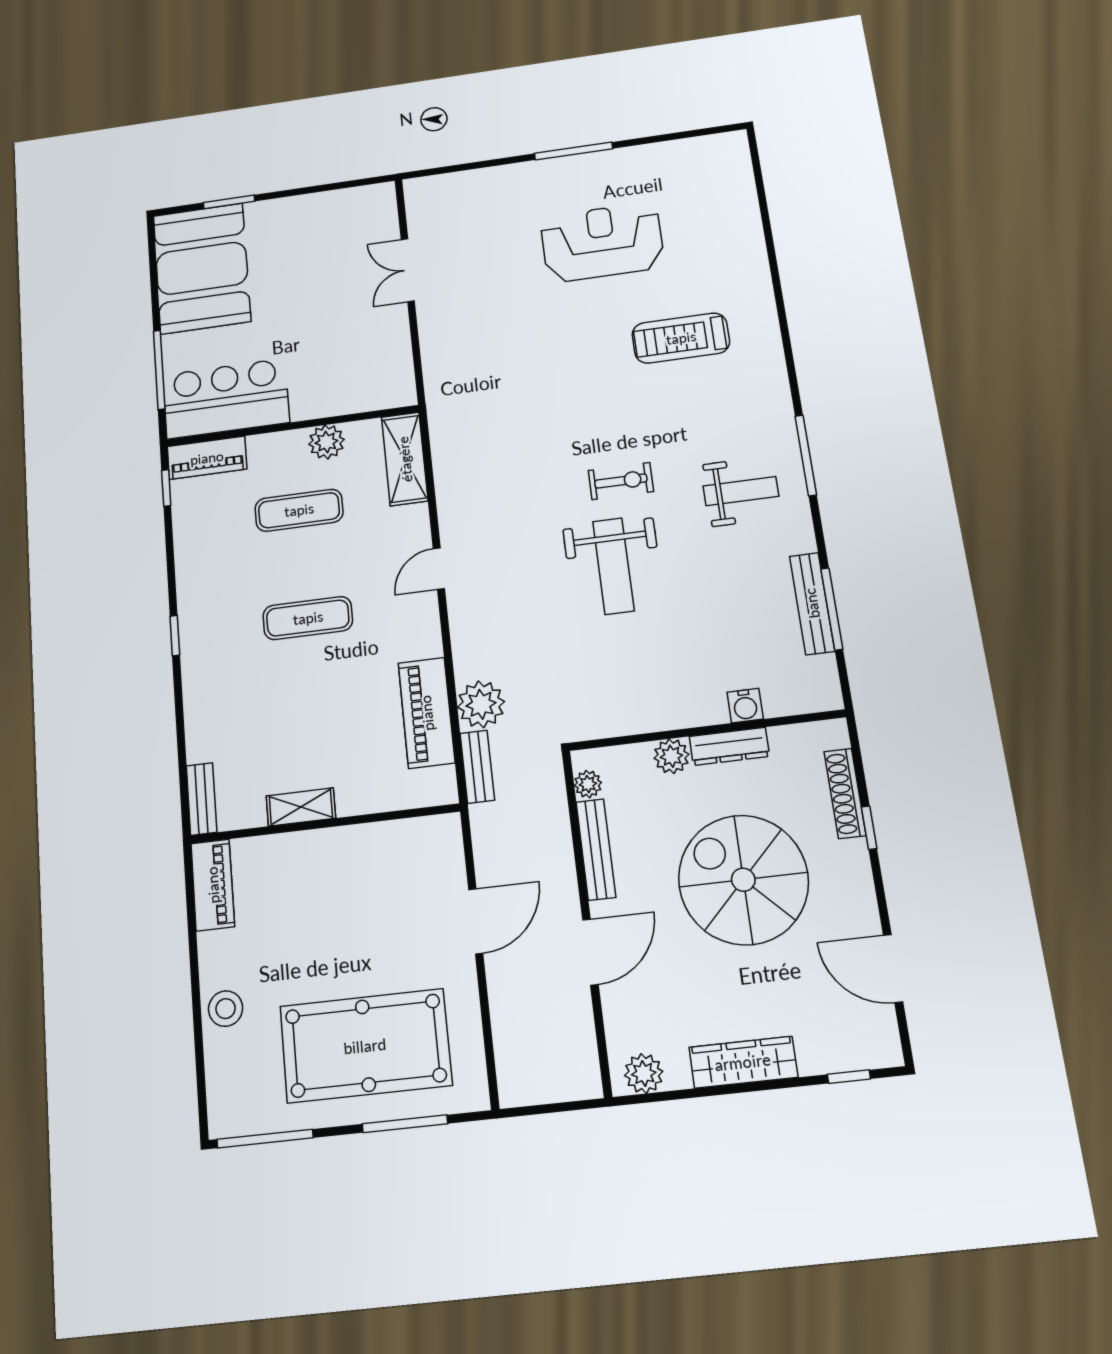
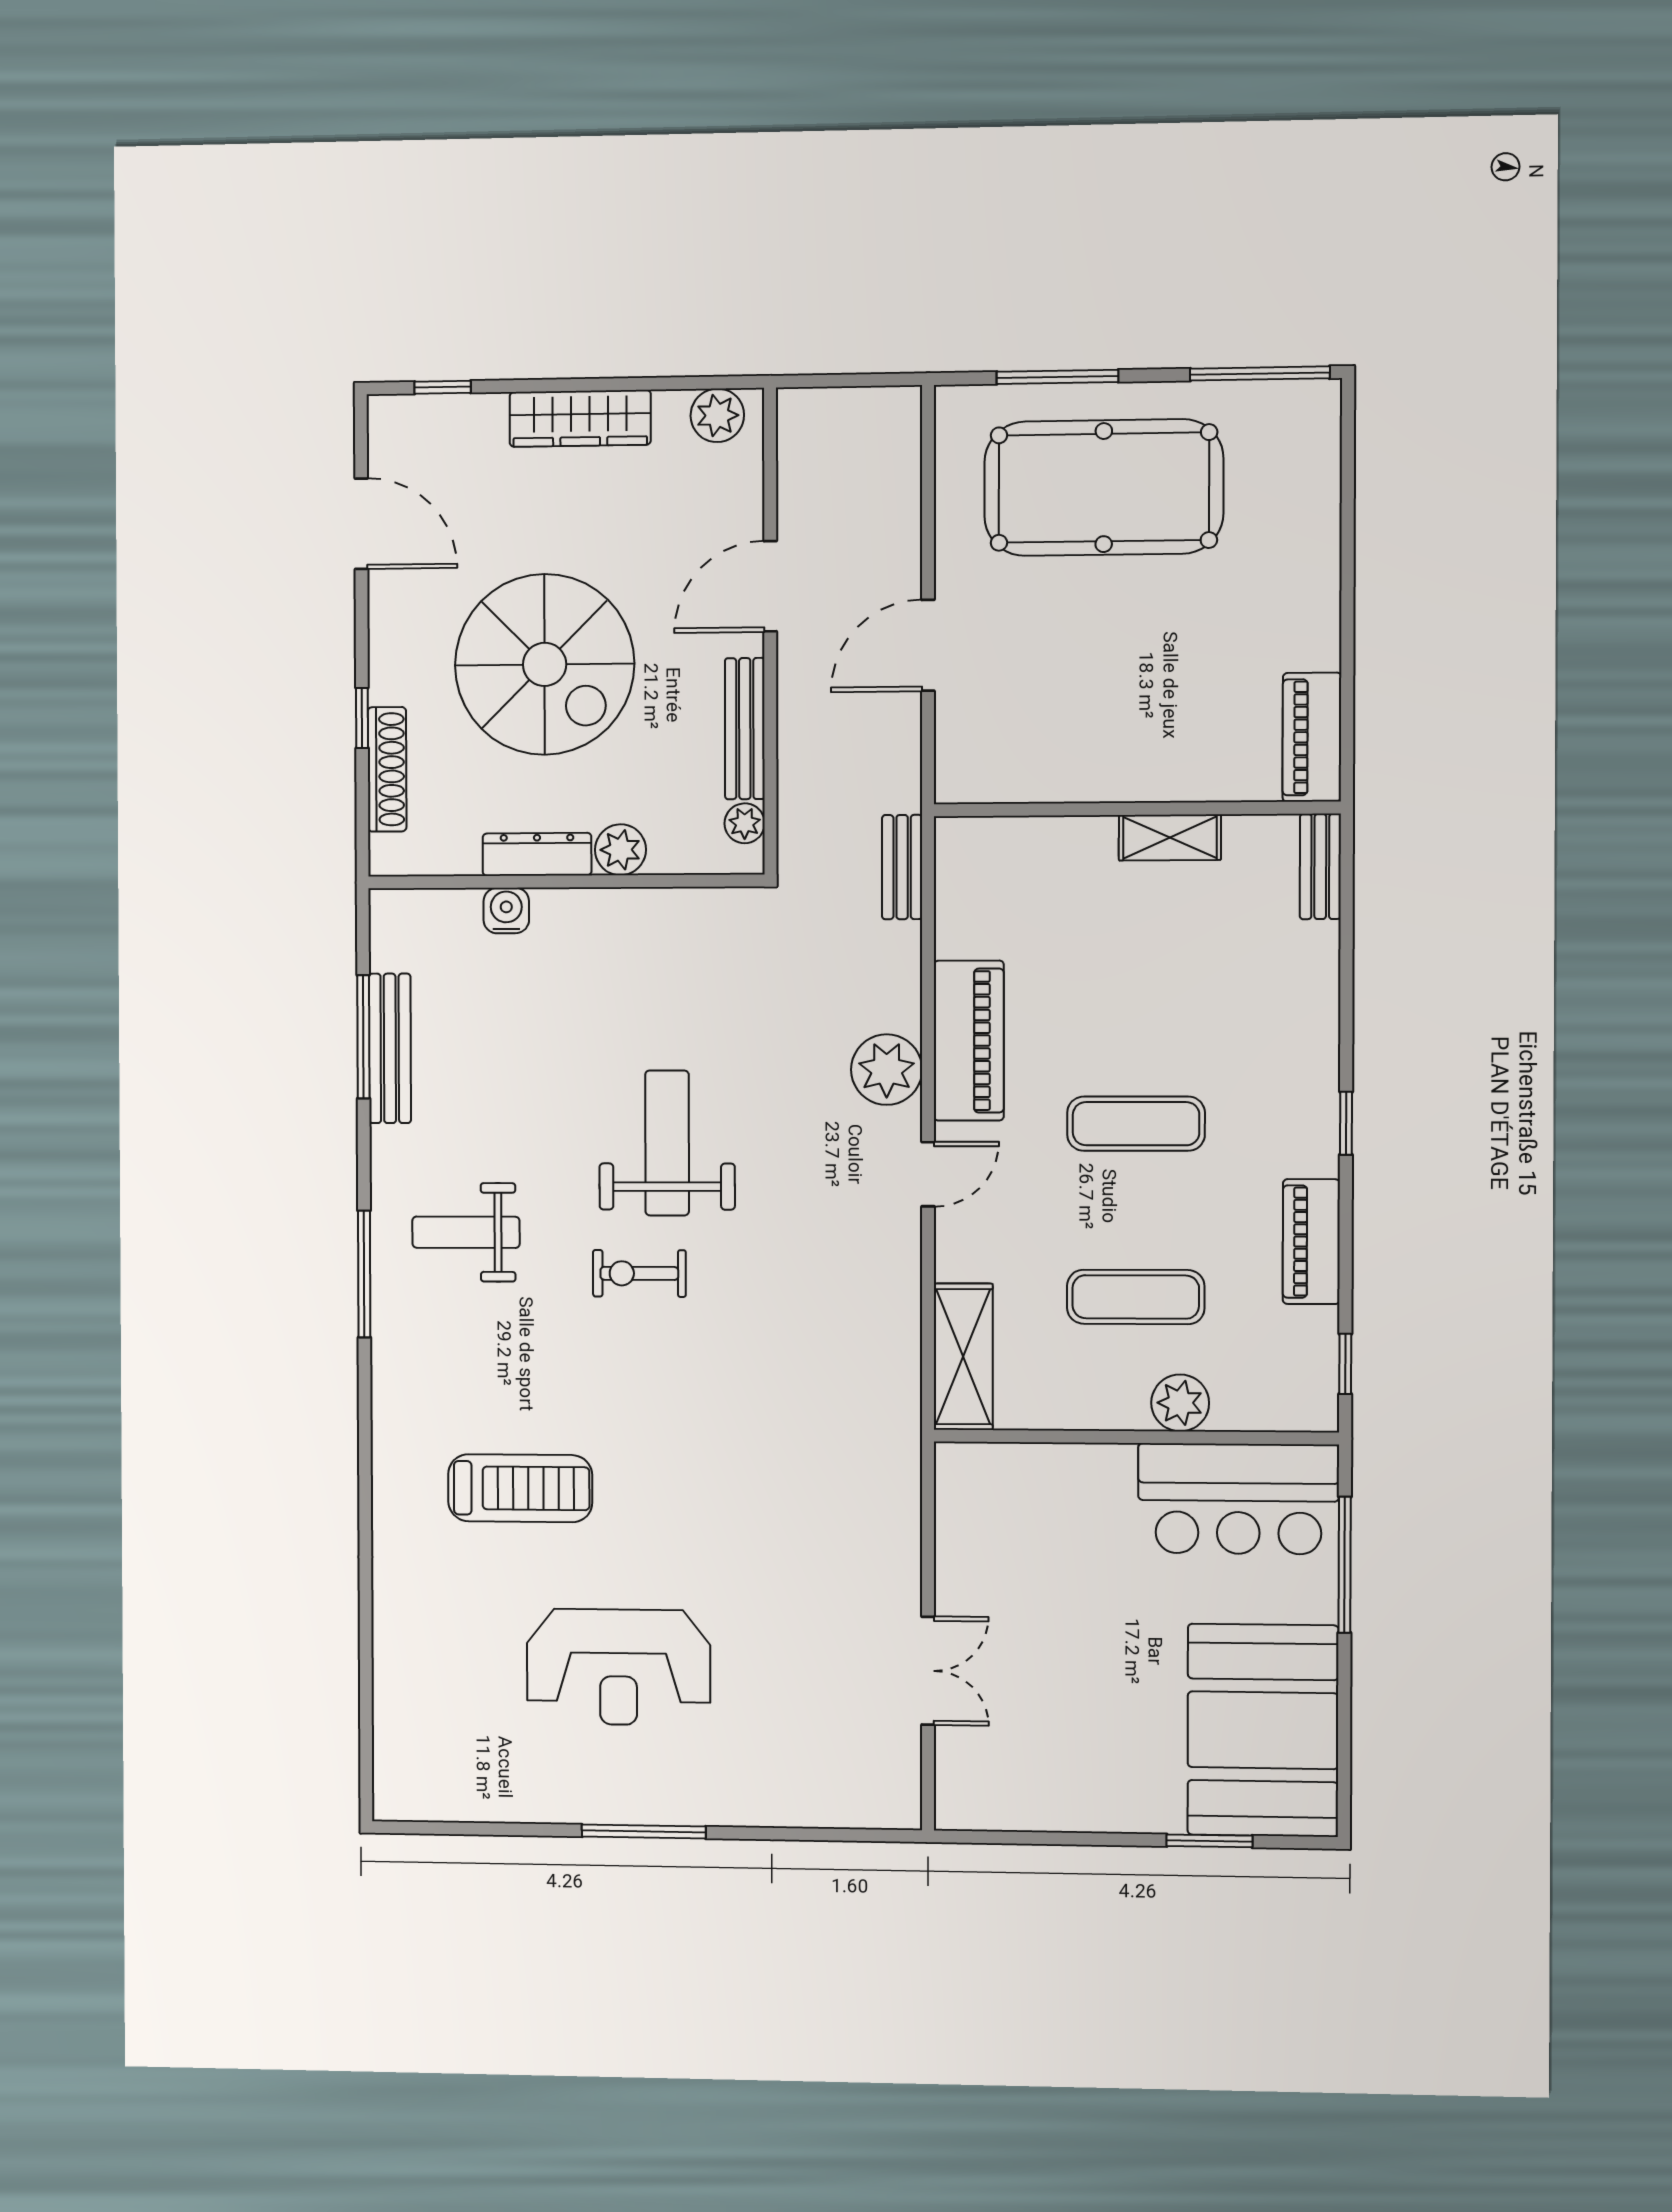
plant: (326, 442) -> (1180, 1403), moved
piano: (207, 458) -> (1311, 1242), moved, turned -90
plant: (481, 704) -> (887, 1070), moved
piano: (427, 713) -> (969, 1041), moved
stool: (226, 1009) -> (1305, 558), removed

